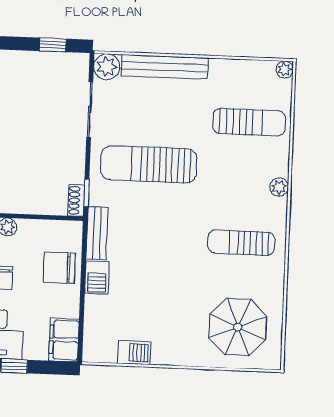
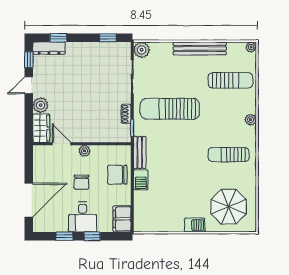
bench: (165, 67) -> (200, 48), moved
shoe rack: (76, 200) -> (126, 114), moved
barbecue: (134, 353) -> (195, 225), moved

